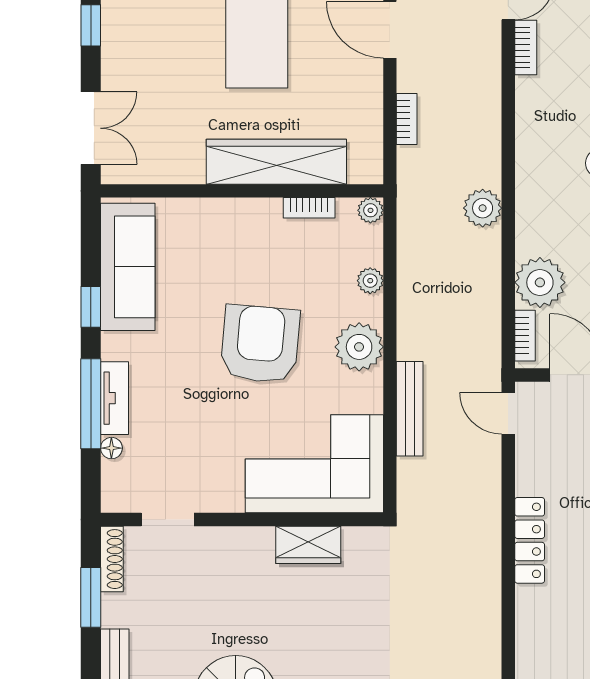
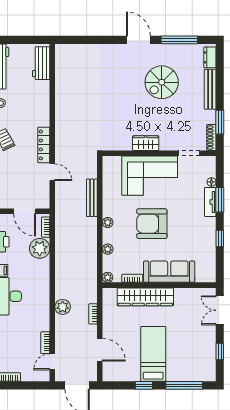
plant: (483, 208) -> (63, 307), moved
sofa: (128, 267) -> (169, 272), moved, turned 90
armchair: (260, 344) -> (152, 224), turned 85
plant: (359, 347) -> (108, 223), width x0.53, depth x0.53
window: (91, 404) -> (220, 200), width x0.69
door: (508, 413) -> (52, 172), moved
corner sofa: (314, 464) -> (150, 176), moved
wardrobe: (308, 545) -> (146, 143), moved

